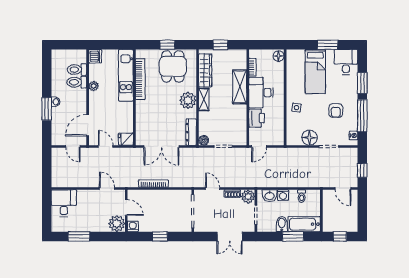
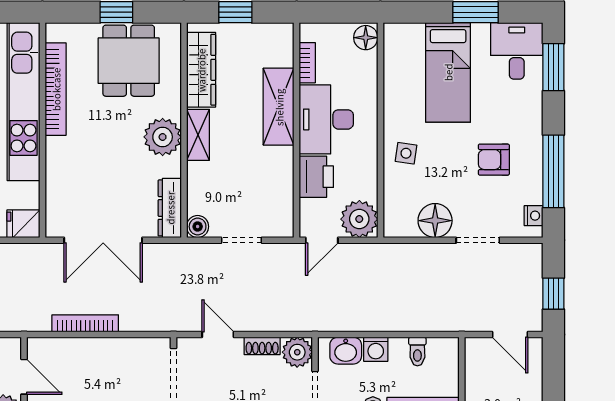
kitchen unit: (126, 75) -> (23, 102), width x1.36
window: (362, 83) -> (553, 67), moved
armchair: (336, 110) -> (494, 160), turned 90
plant: (276, 137) -> (359, 219), added

